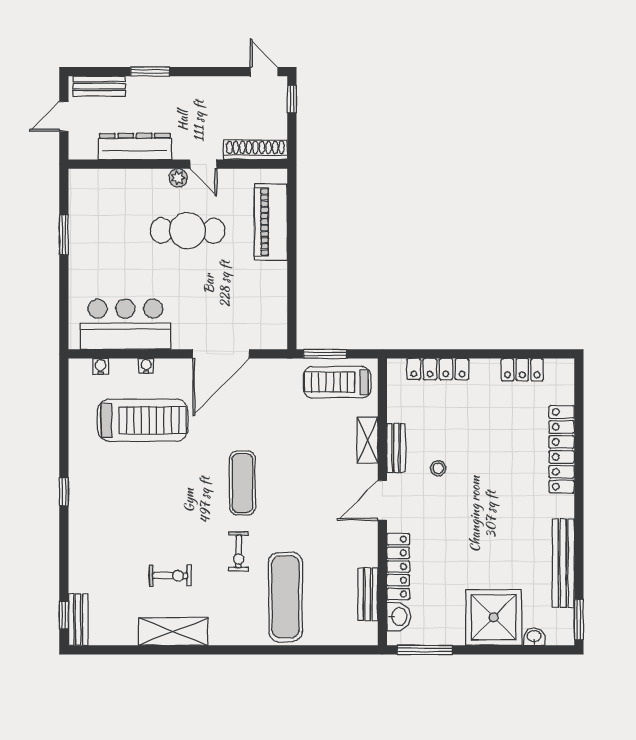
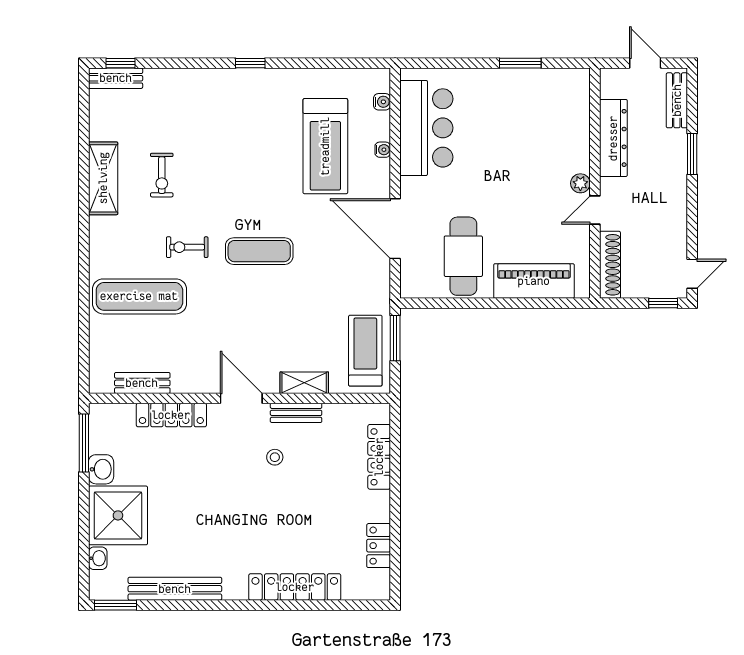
cafe table: (188, 231) -> (463, 256), moved
washbasin: (399, 617) -> (101, 469), moved, turned -90

